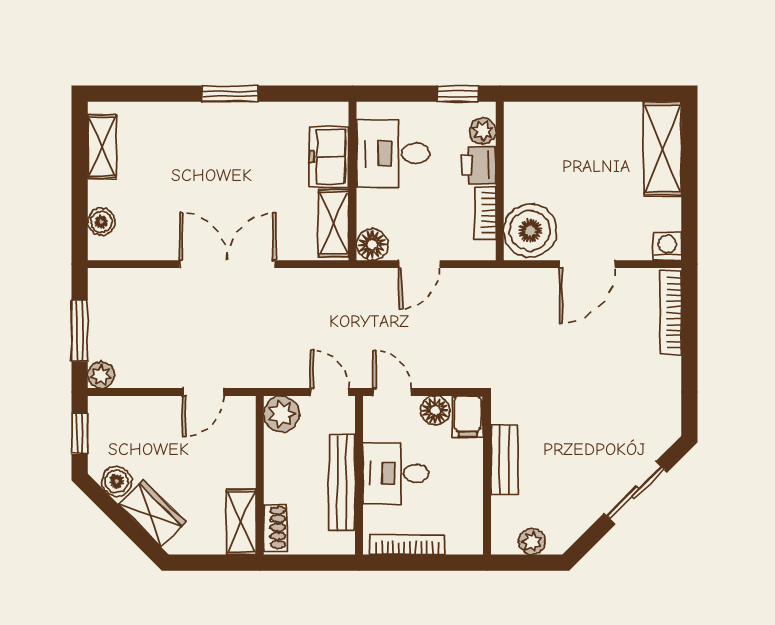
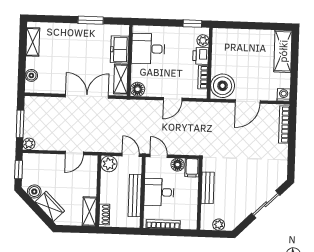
desk: (393, 153) -> (148, 49), moved
freezer: (329, 157) -> (120, 49), moved
wall: (353, 181) -> (130, 61), moved
shelving: (334, 223) -> (121, 79), moved
floor lamp: (372, 245) -> (138, 89), moved

